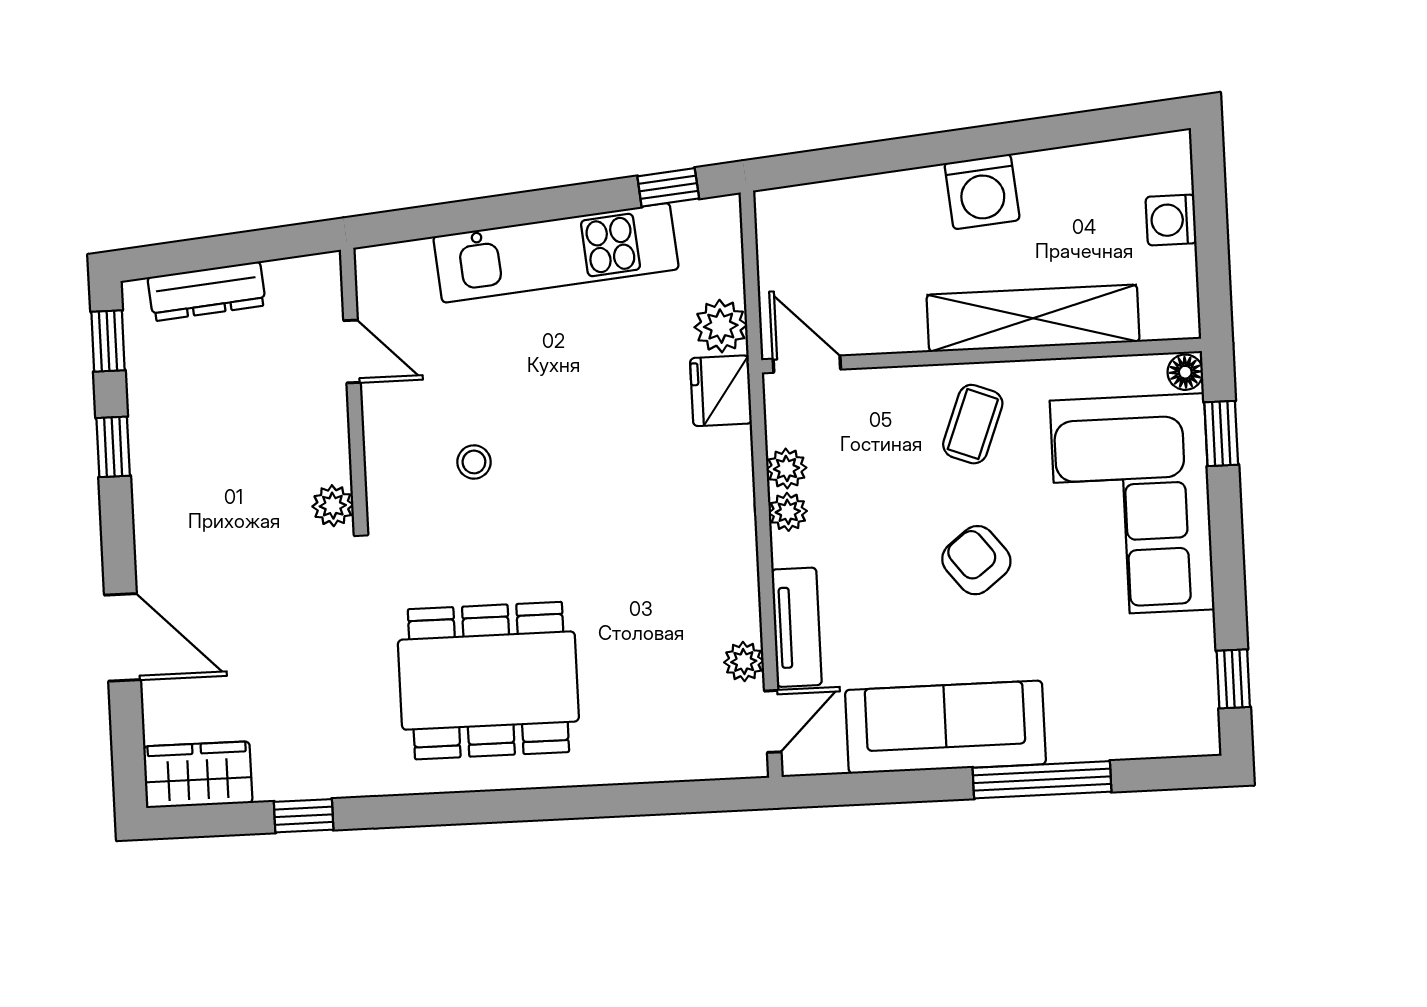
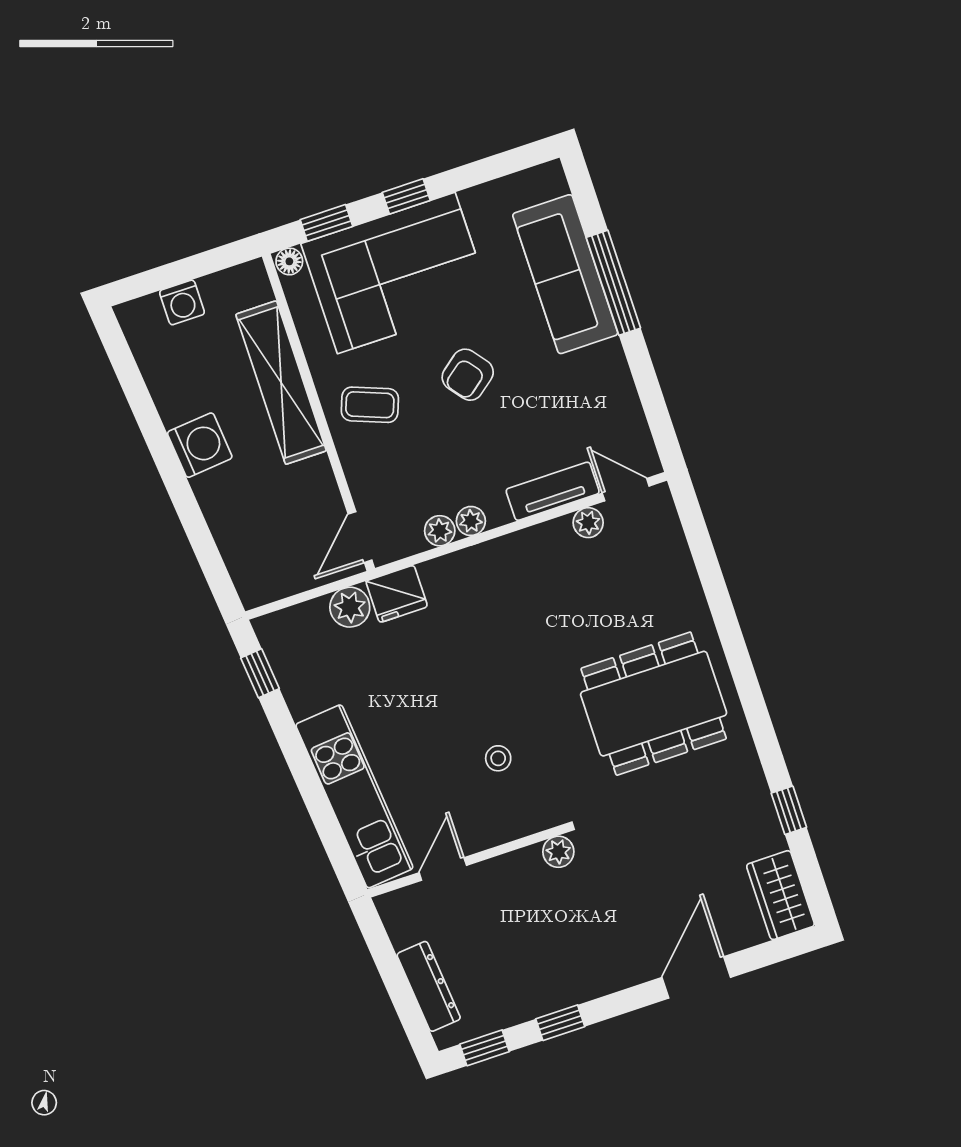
kitchen unit: (556, 253) -> (354, 796), moved
window: (1233, 679) -> (406, 196), moved
dining table: (488, 681) -> (654, 704), turned 90
sofa: (945, 727) -> (565, 274), moved

